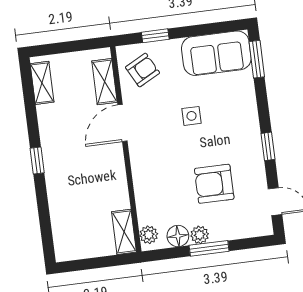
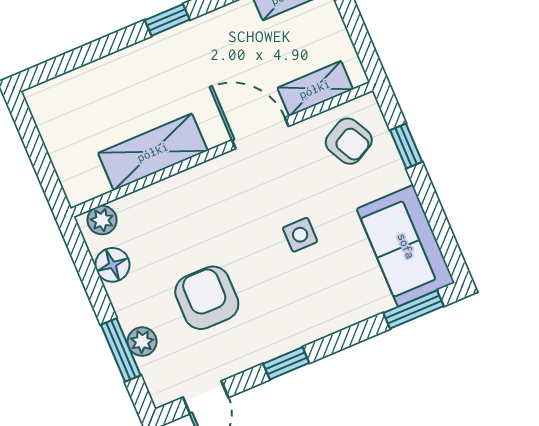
shelving: (124, 232) -> (153, 152), moved, width x1.50, depth x1.33
plant: (200, 235) -> (142, 342), moved
window: (209, 248) -> (121, 350), moved

